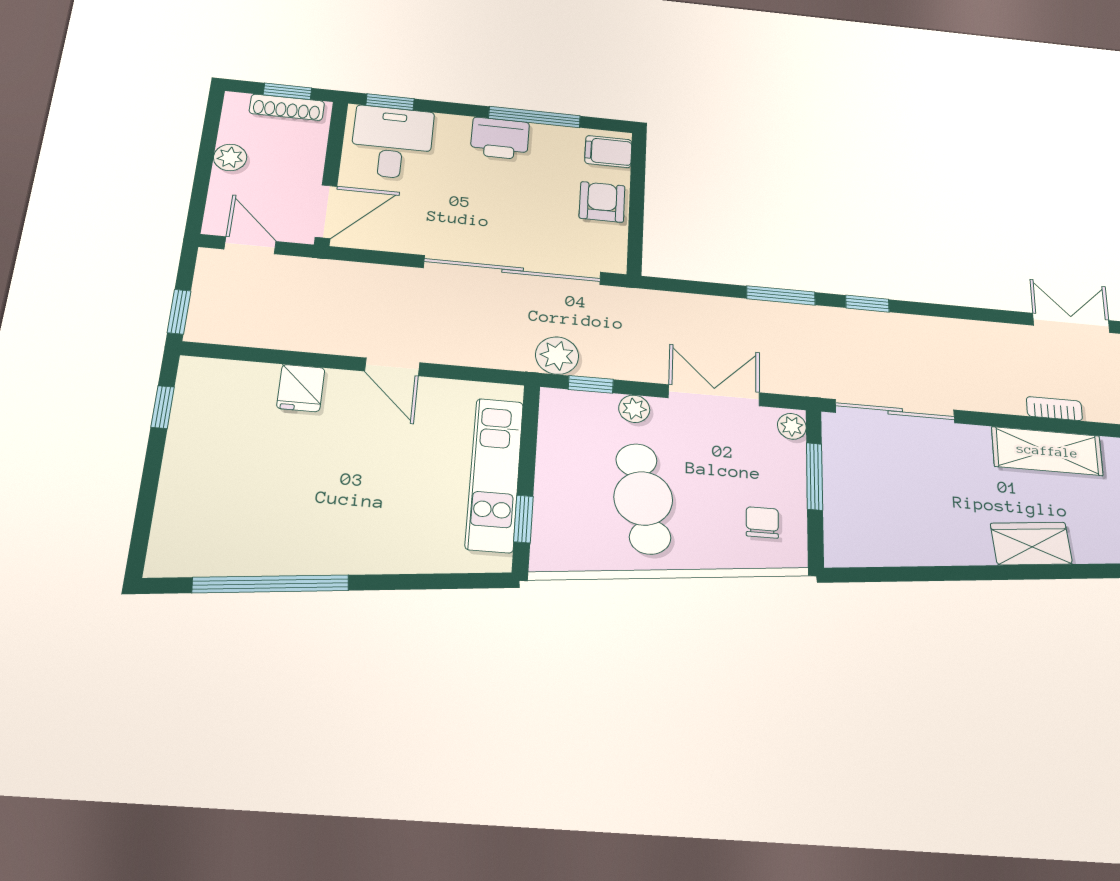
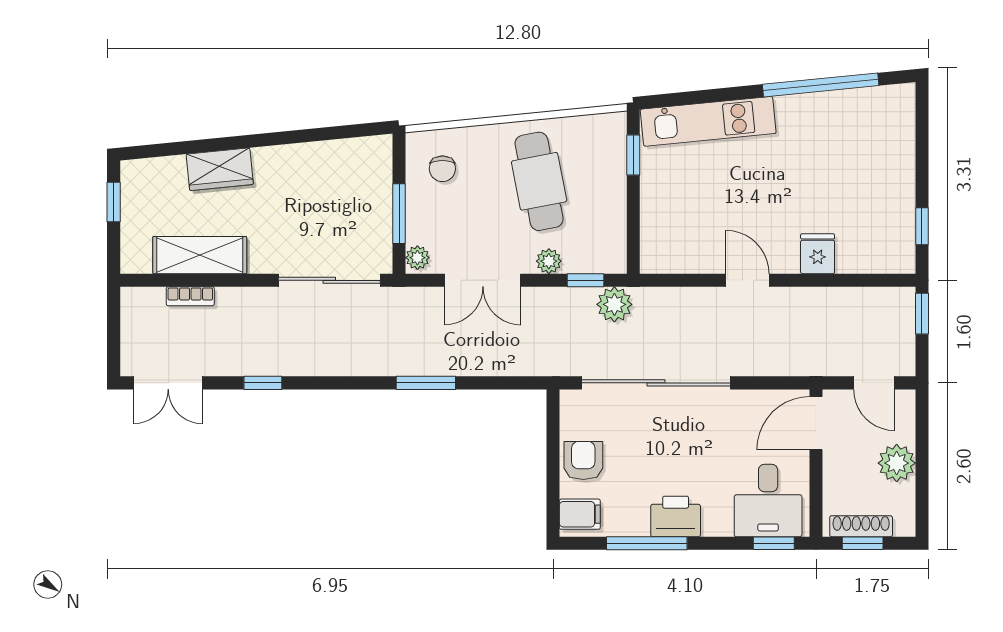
plant: (230, 157) -> (897, 463), width x1.38, depth x1.38
armchair: (602, 202) -> (583, 461), turned 180
window: (867, 304) -> (263, 383), moved
kitchen unit: (495, 474) -> (708, 121), moved, turned 84

